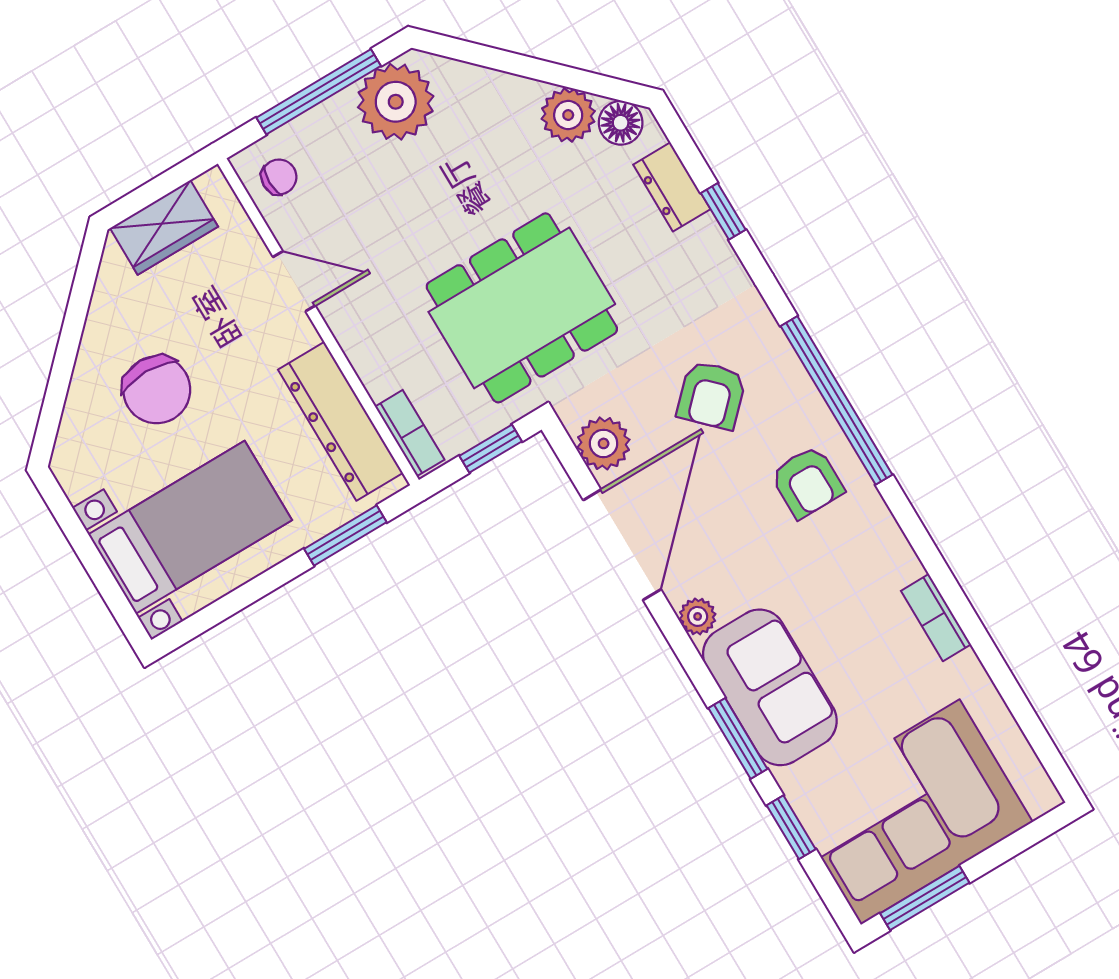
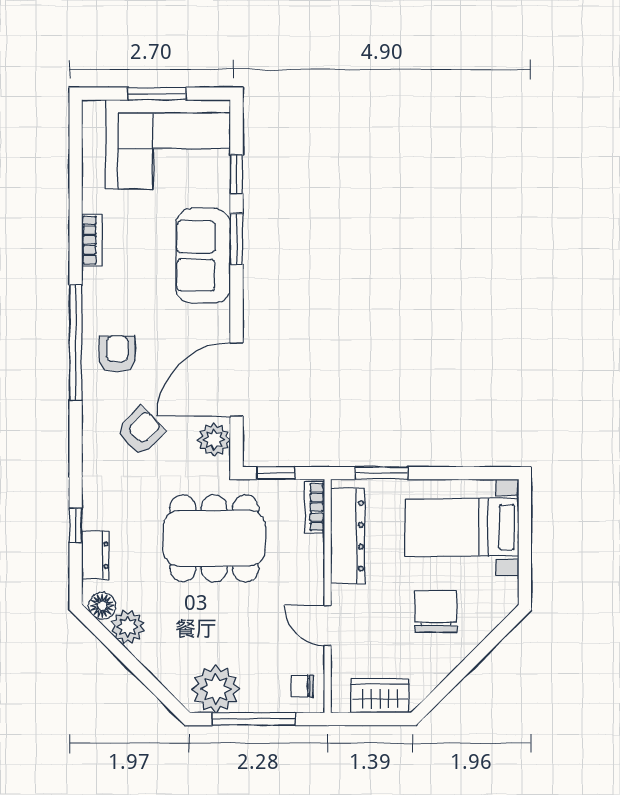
window: (836, 400) -> (76, 343), moved
plant: (698, 616) -> (219, 317), removed
window: (925, 898) -> (157, 94), moved

